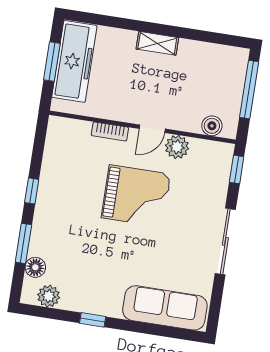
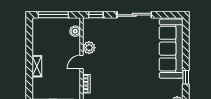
door: (152, 129) -> (82, 62), swing flipped
grand piano: (136, 196) -> (118, 65), removed
sofa: (165, 308) -> (171, 49), width x1.36, depth x1.27

